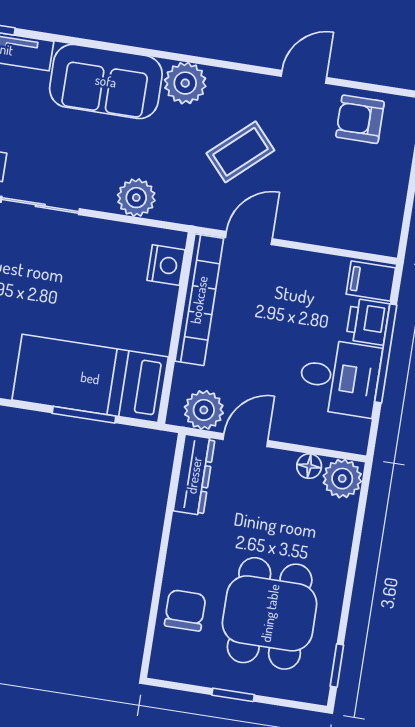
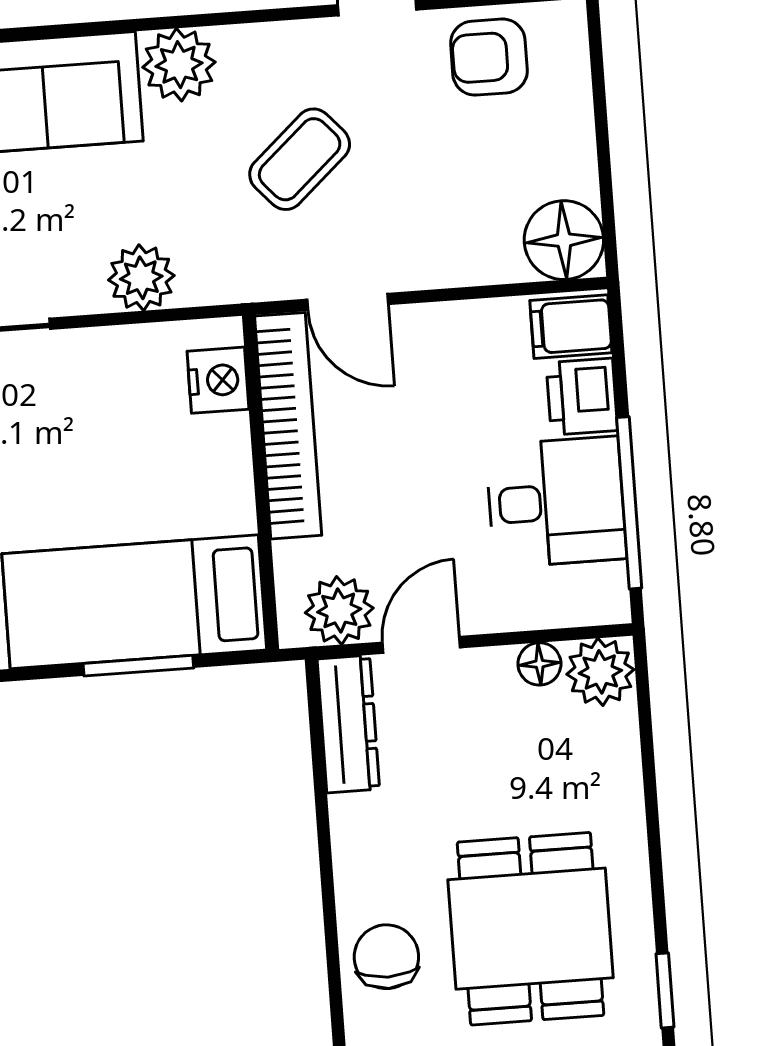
floor lamp: (378, 232) -> (564, 240), added
door: (249, 238) -> (348, 302), swing flipped
window: (386, 353) -> (629, 503), moved

